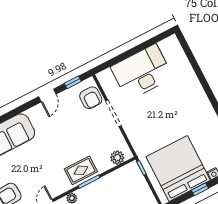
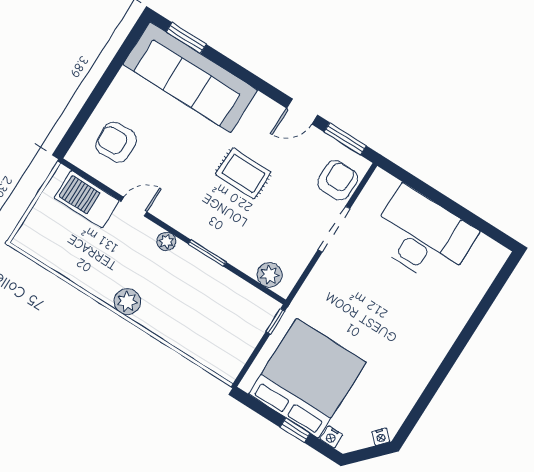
window: (73, 82) -> (345, 139), width x1.50
armchair: (91, 98) -> (338, 180), turned 180
rug: (81, 170) -> (243, 173), moved

